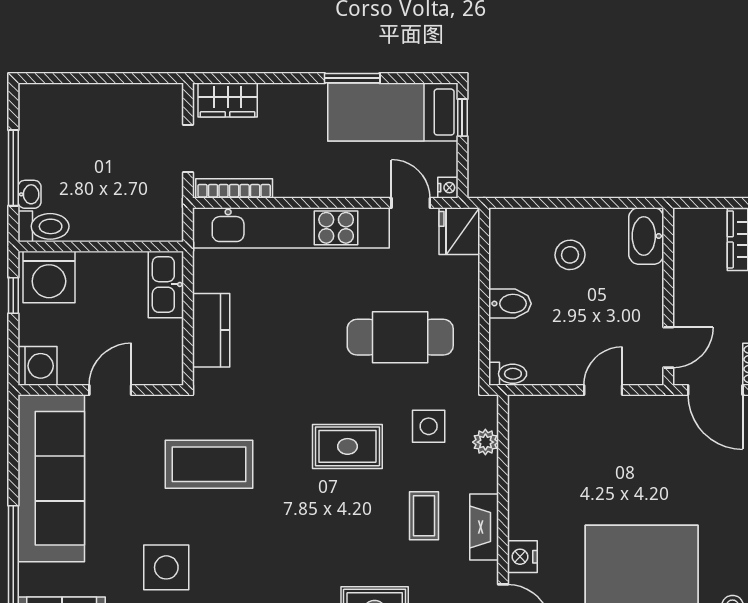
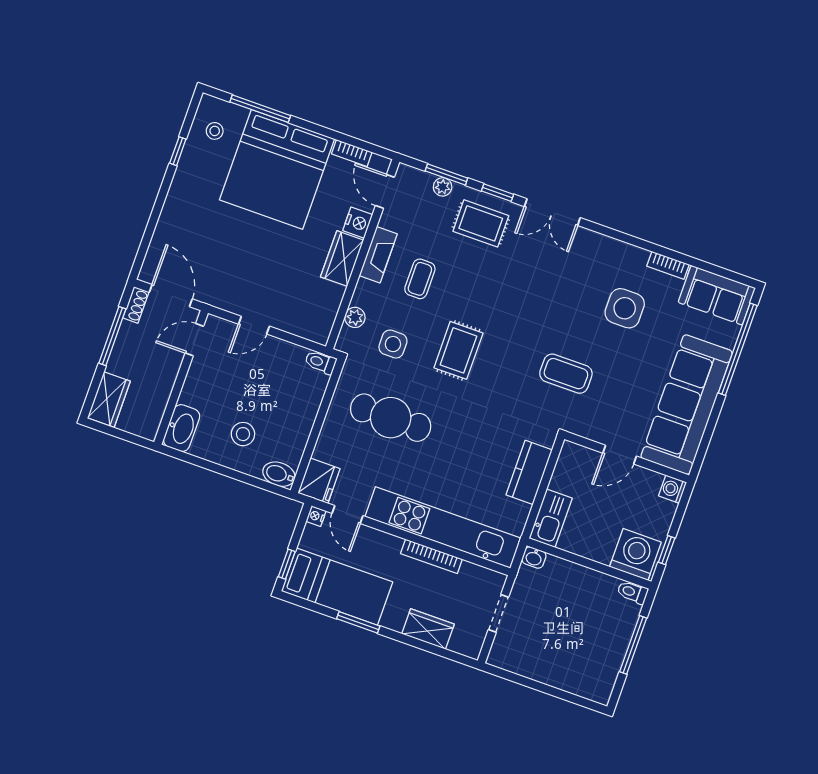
wardrobe: (228, 100) -> (428, 629), moved
bookcase: (234, 188) -> (431, 556), moved
washbasin: (30, 194) -> (534, 558), moved, turned -90
toilet: (43, 226) -> (633, 592), width x0.73, depth x0.72
bidet: (510, 304) -> (279, 474), moved
washing machine: (38, 366) -> (673, 489), width x0.73, depth x0.73
rug: (347, 446) -> (458, 350), turned 90
coffee table: (209, 464) -> (566, 374), width x0.73, depth x0.76
wardrobe: (526, 507) -> (342, 259), added

